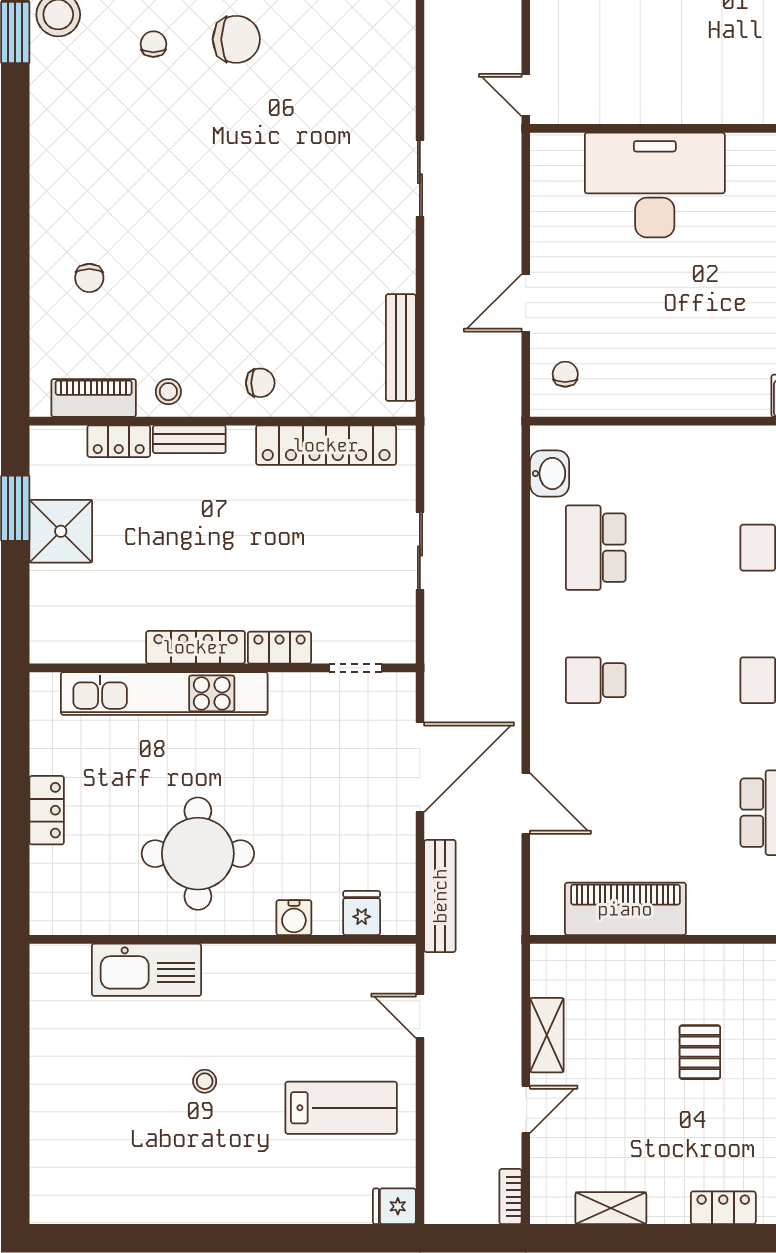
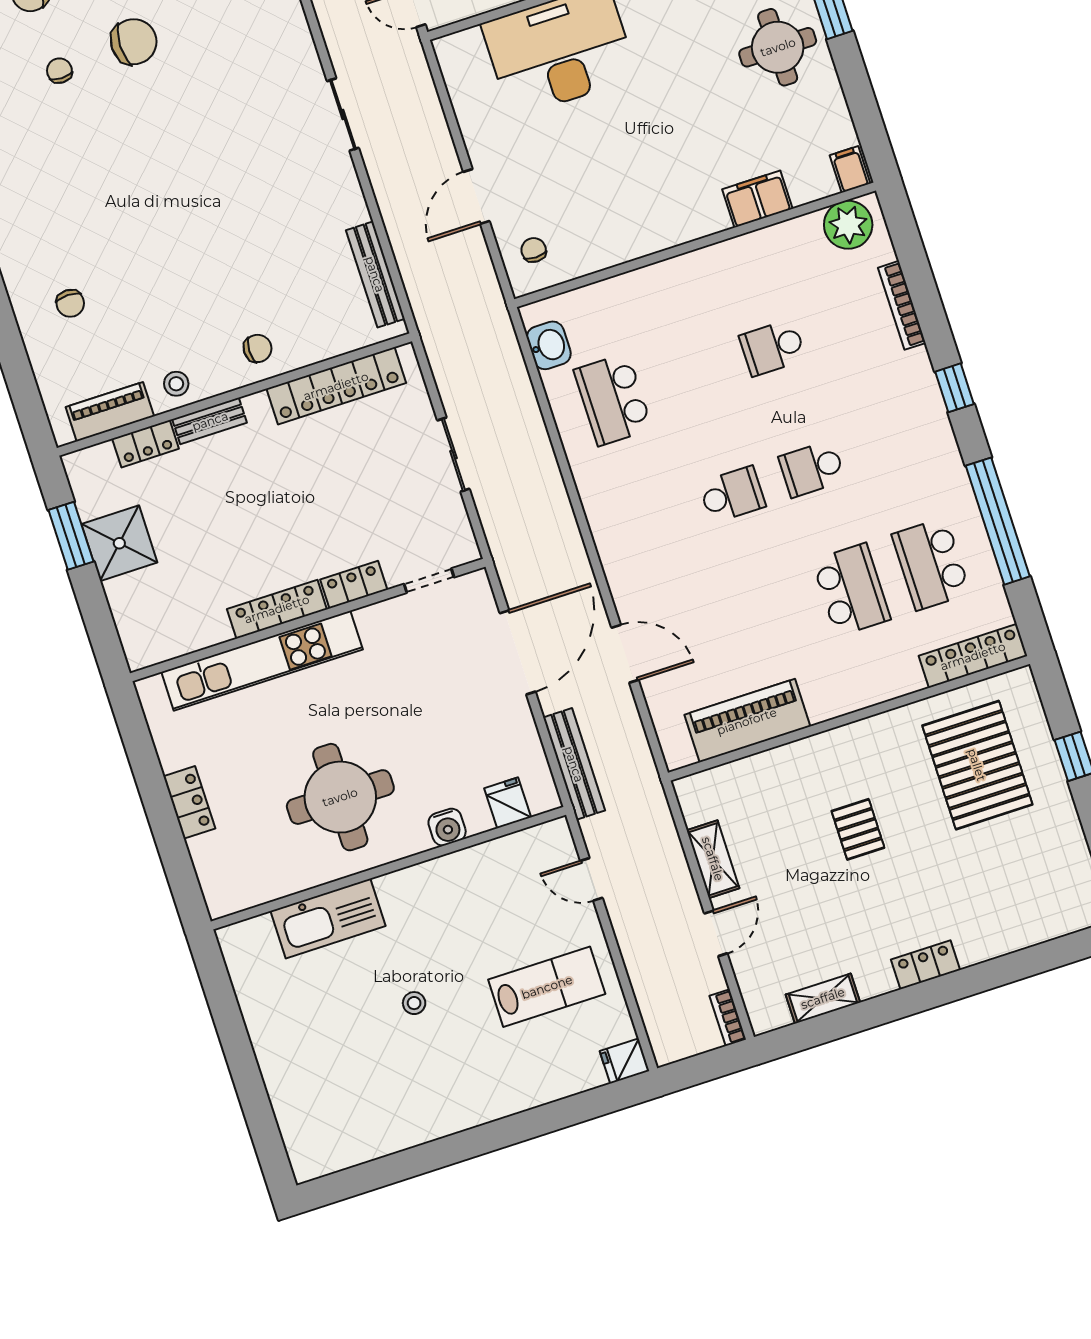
school desk: (596, 680) -> (732, 495), moved, turned 180

